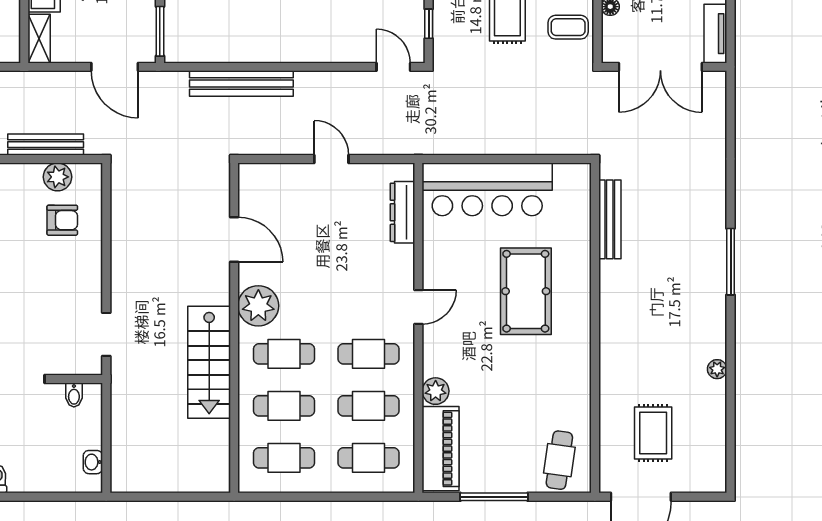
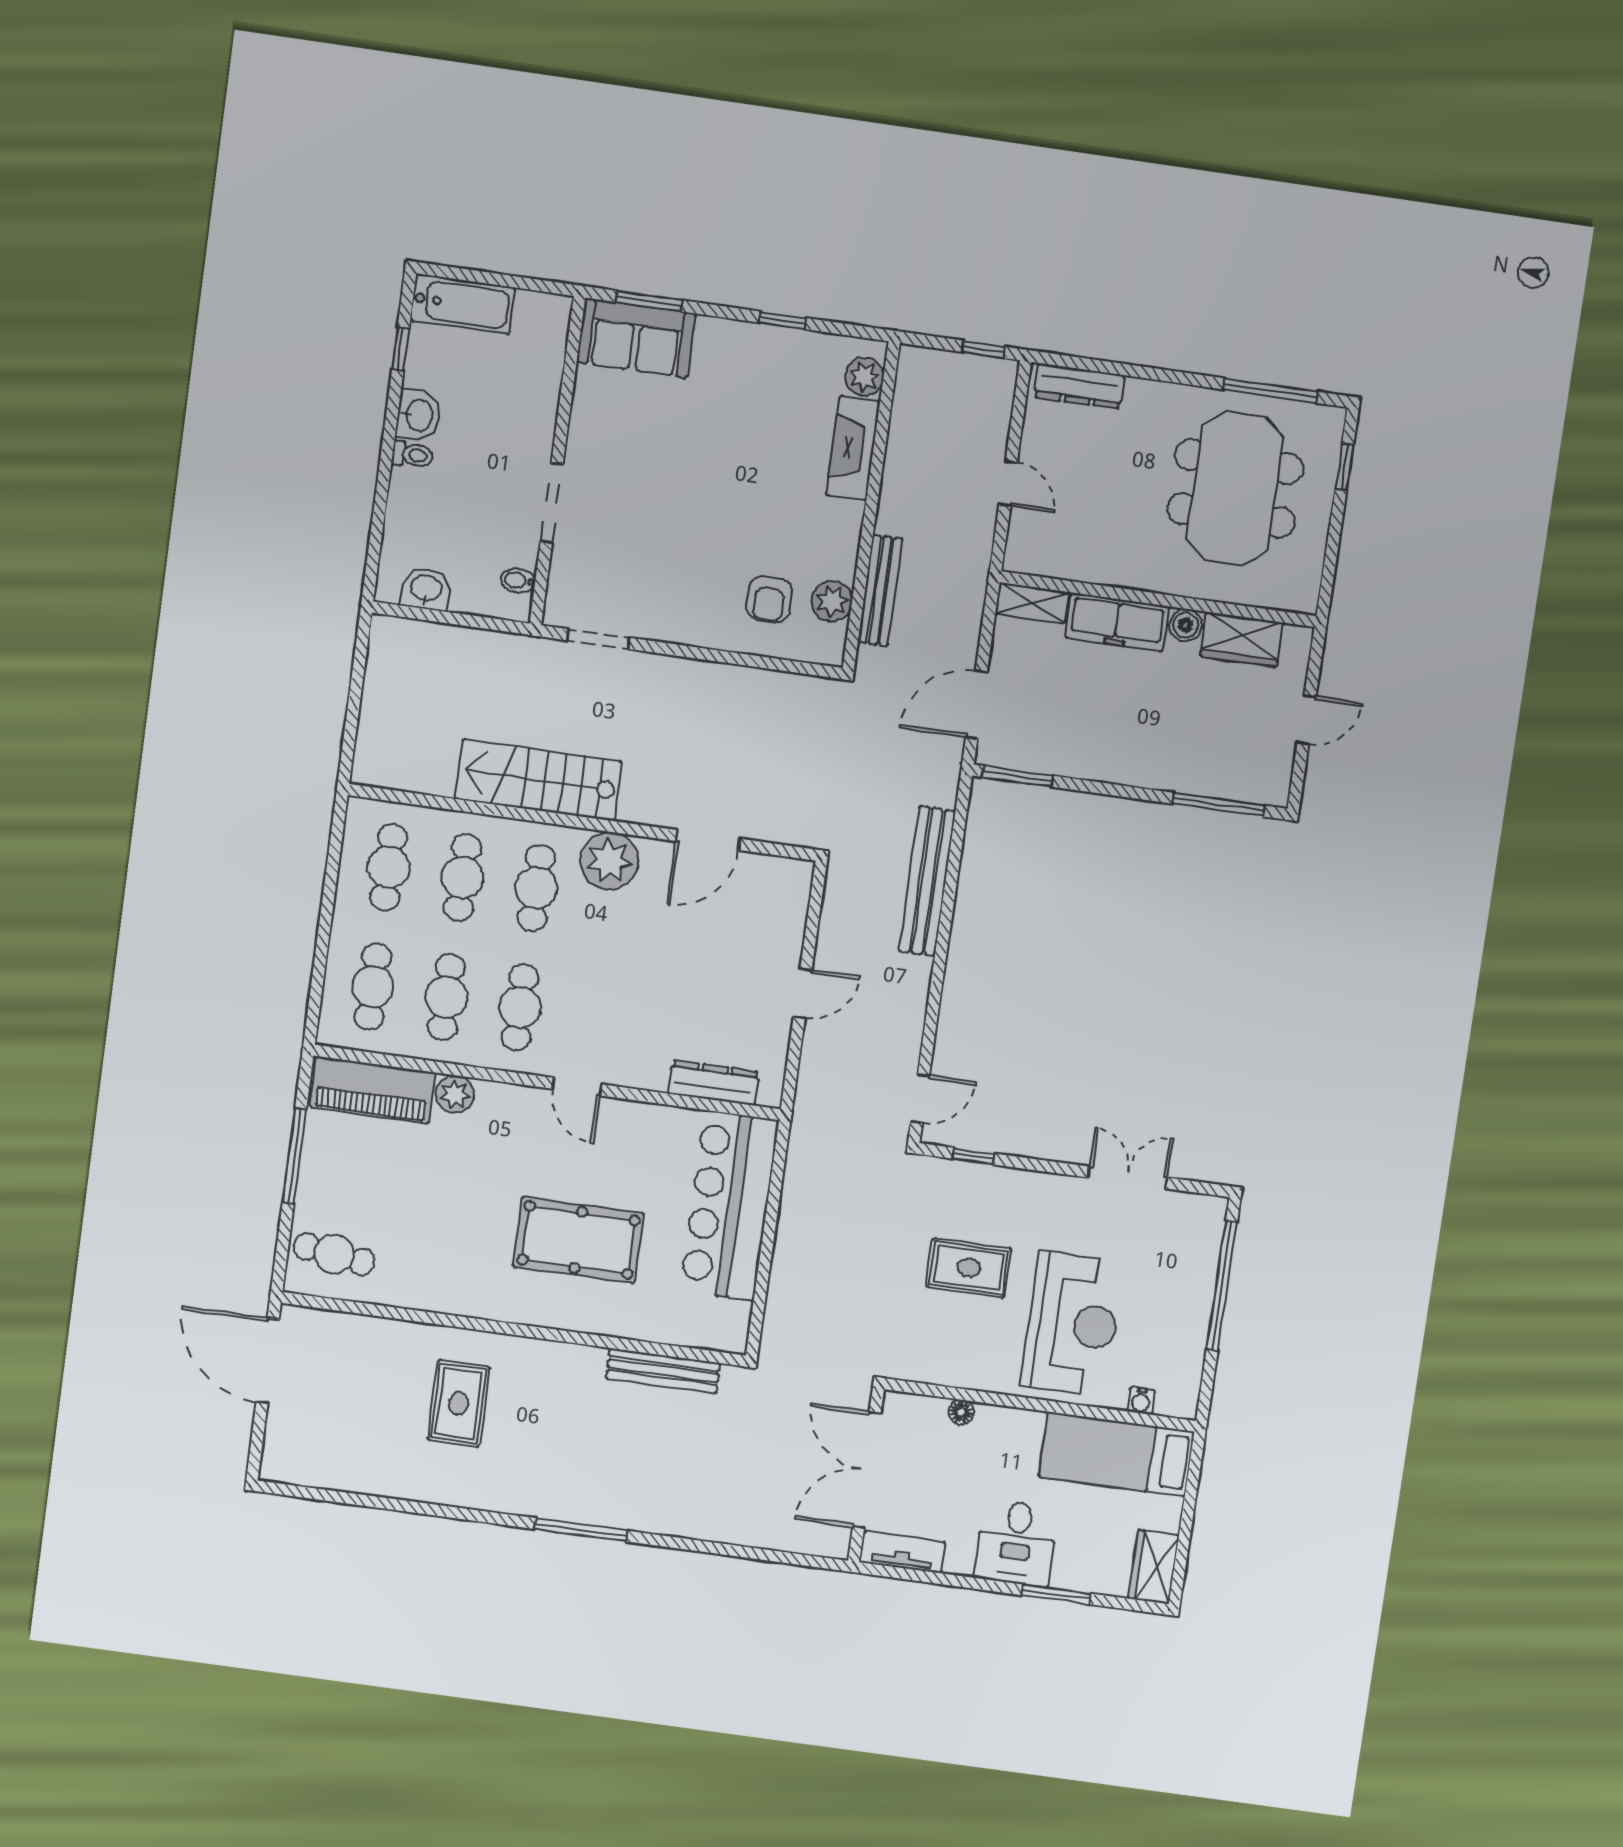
coffee table: (568, 27) -> (941, 1350), removed
plant: (717, 369) -> (433, 1491), removed
rug: (653, 433) -> (459, 1403), moved, turned 90
washbasin: (93, 462) -> (426, 589), width x1.38, depth x1.45

